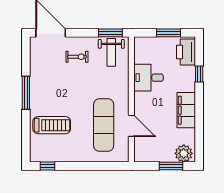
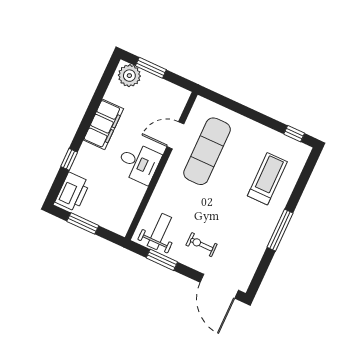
window: (110, 33) -> (162, 260), moved
desk: (148, 78) -> (139, 163), moved
treadmill: (52, 125) -> (267, 179), turned 90
door: (131, 126) -> (175, 135), hinge flipped

